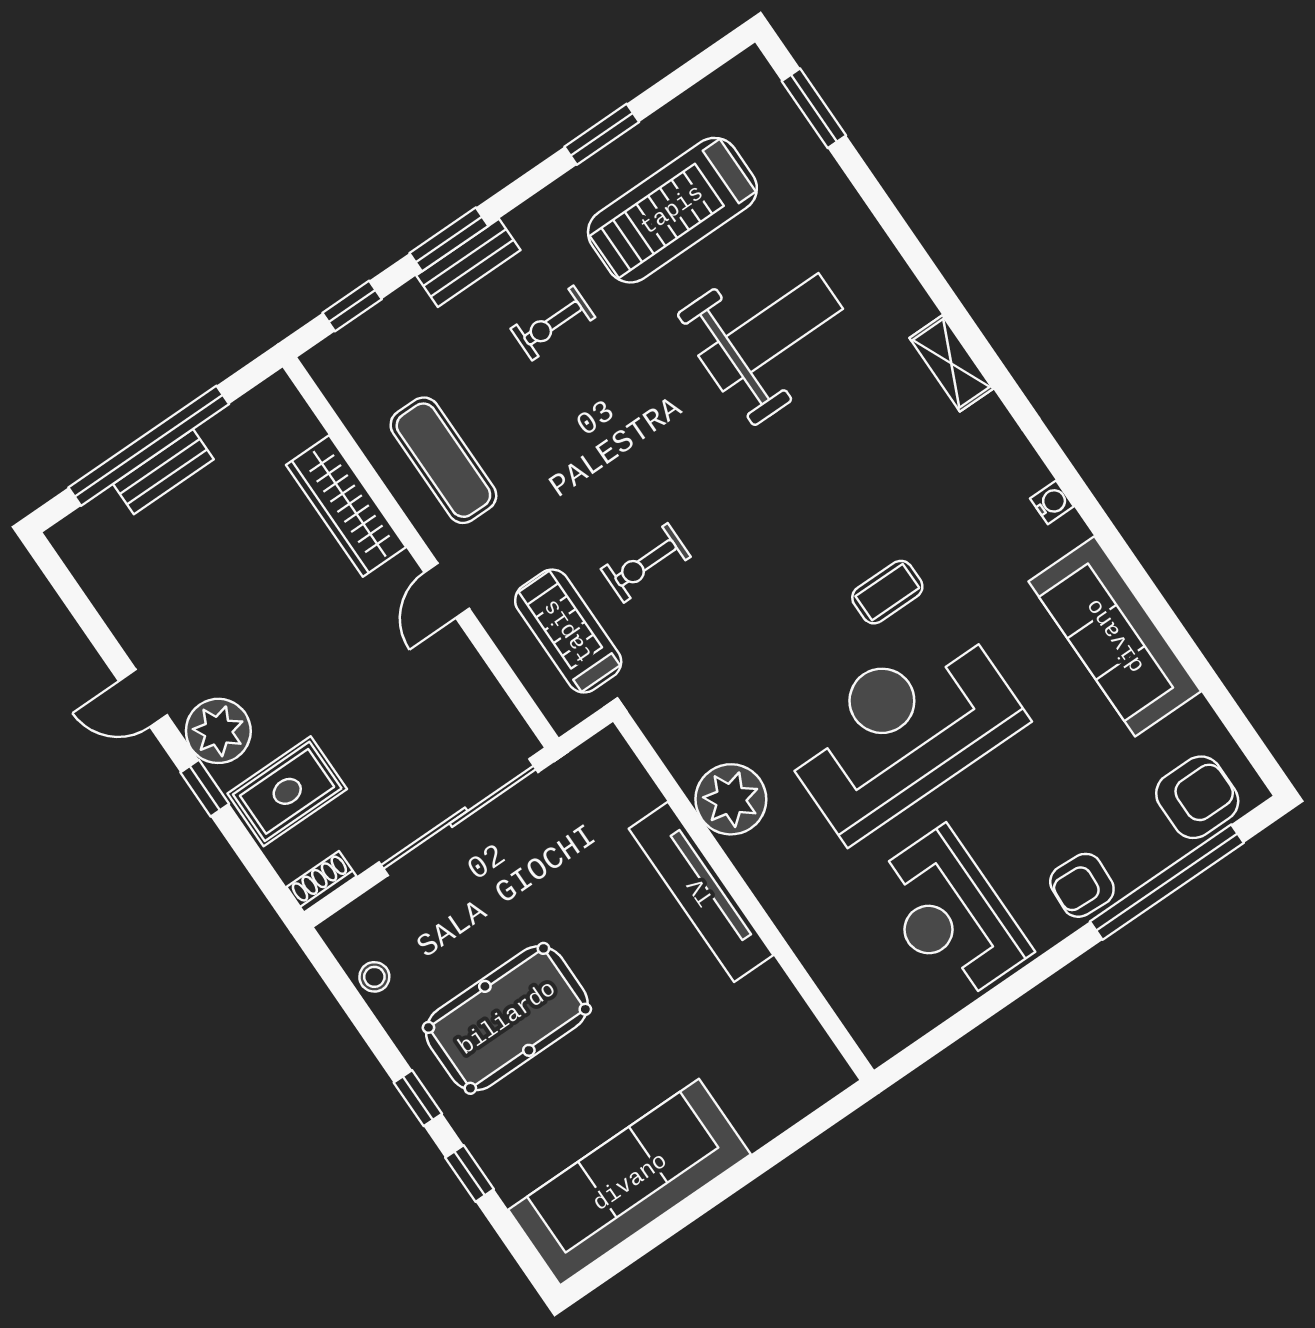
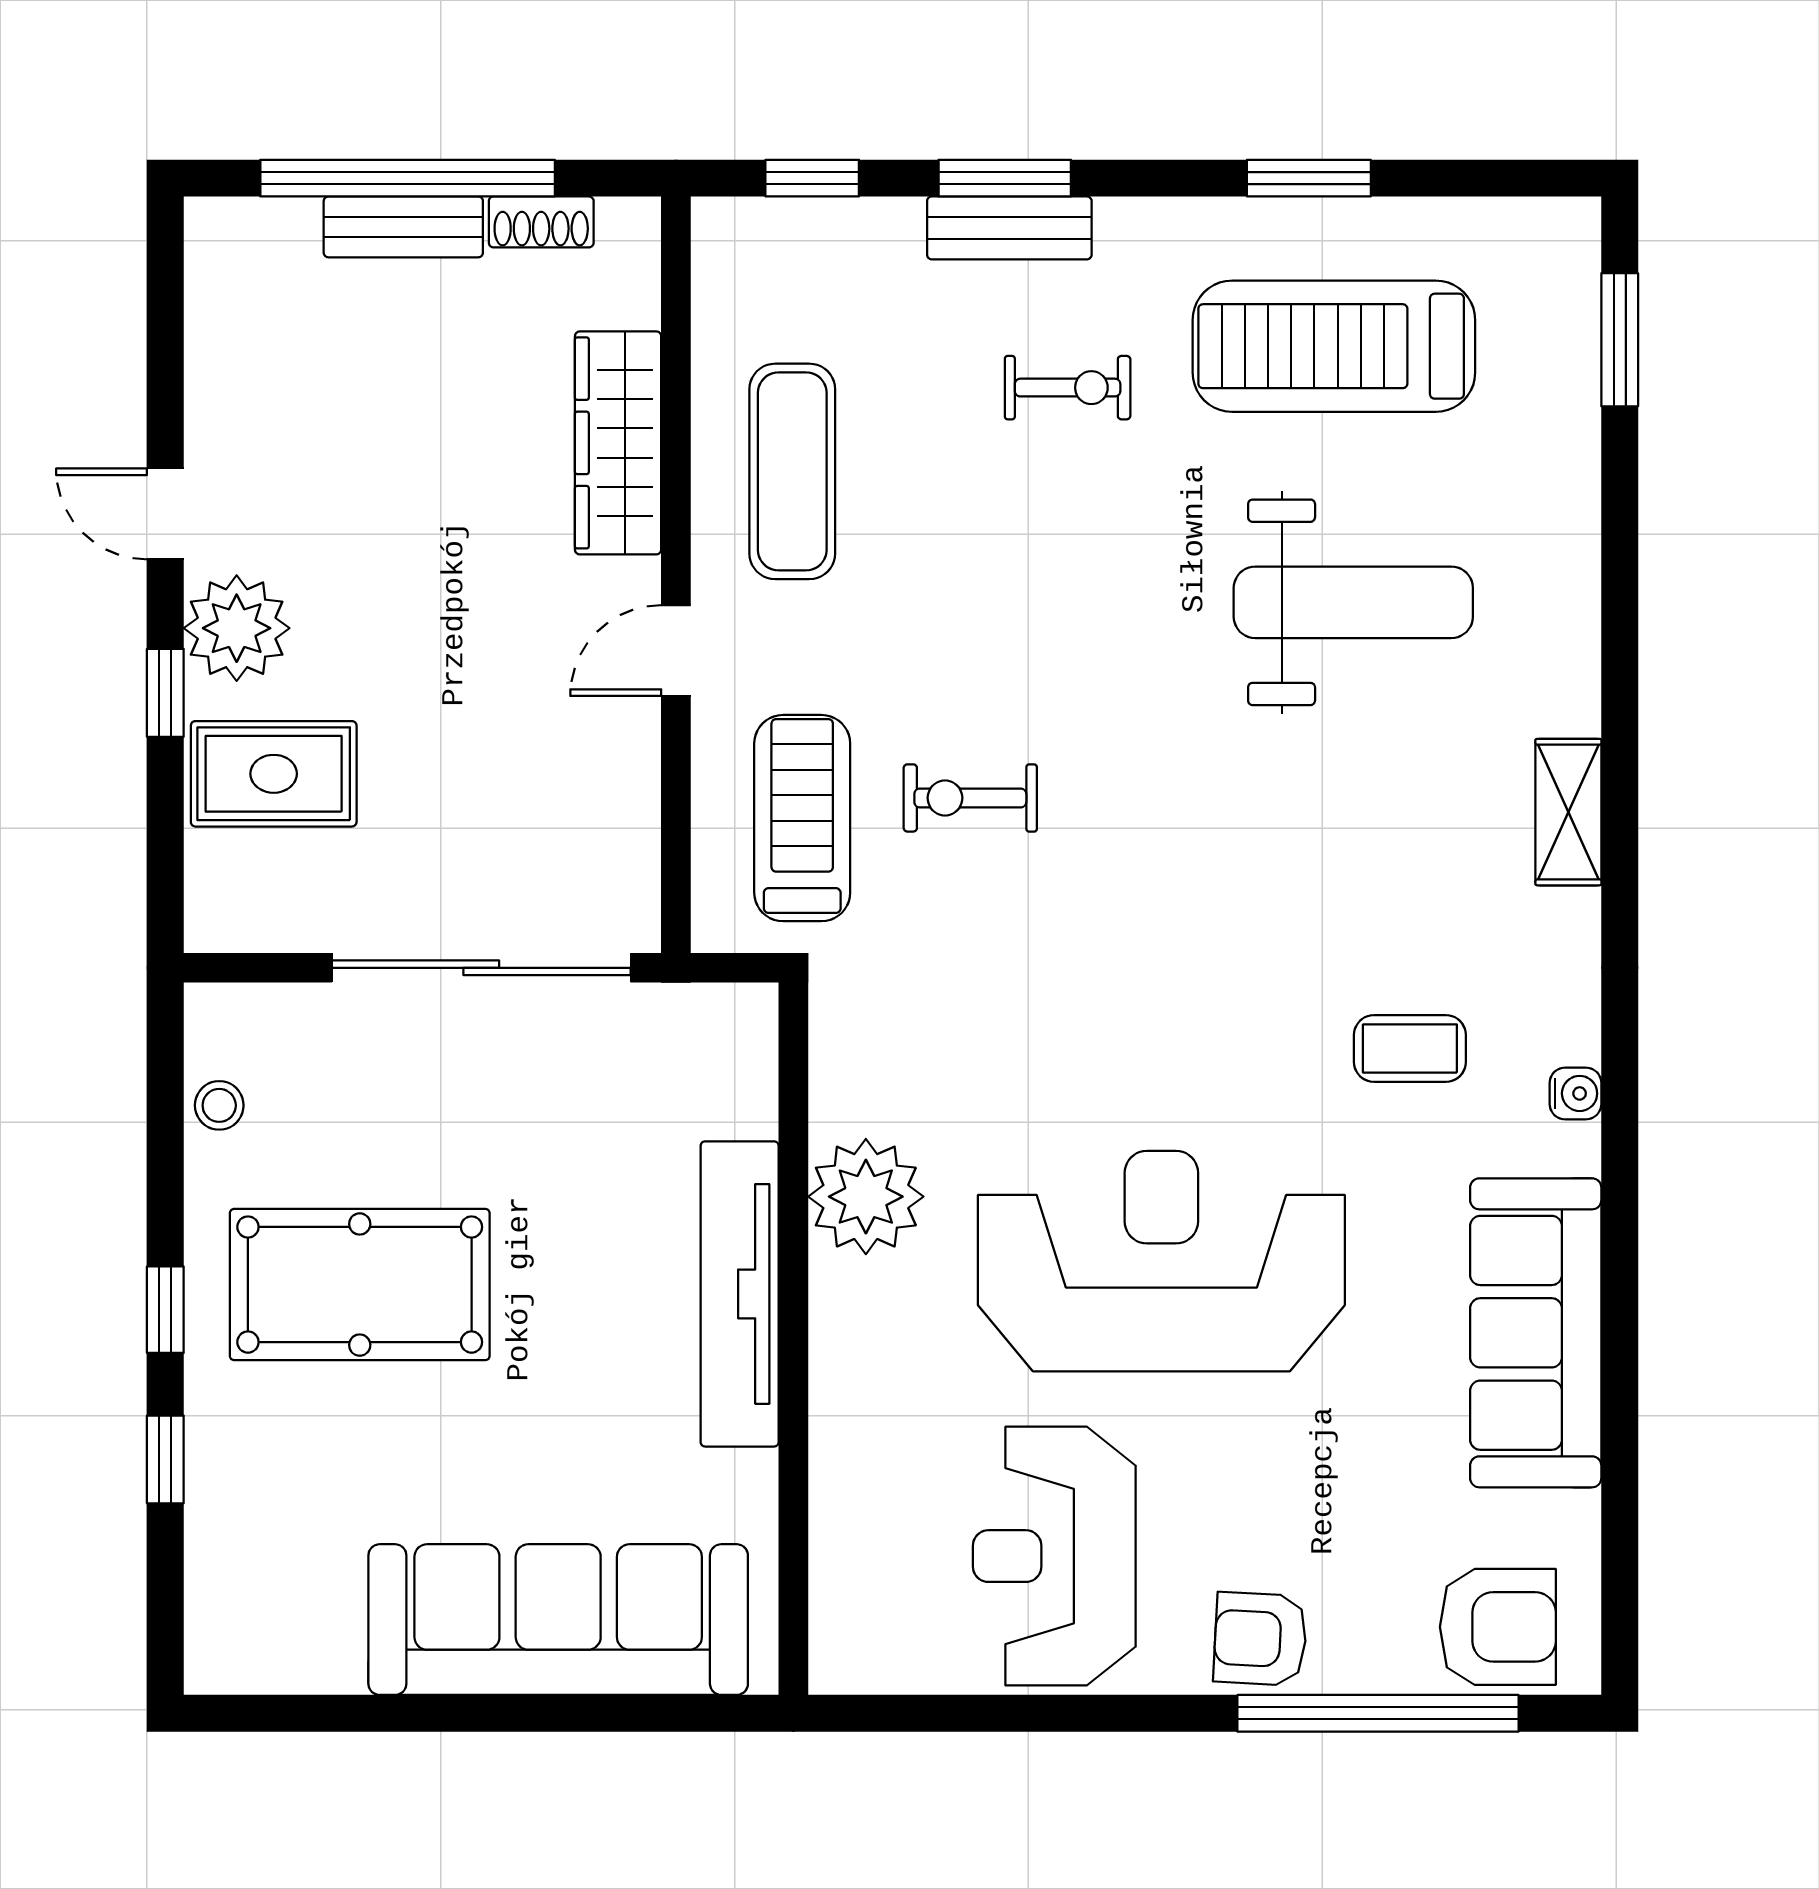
exercise bike: (553, 323) -> (1068, 388), turned 180
coffee table: (887, 592) -> (1410, 1048), moved
shoe rack: (321, 882) -> (541, 222), moved, turned 180
sofa: (630, 1182) -> (558, 1620), moved

